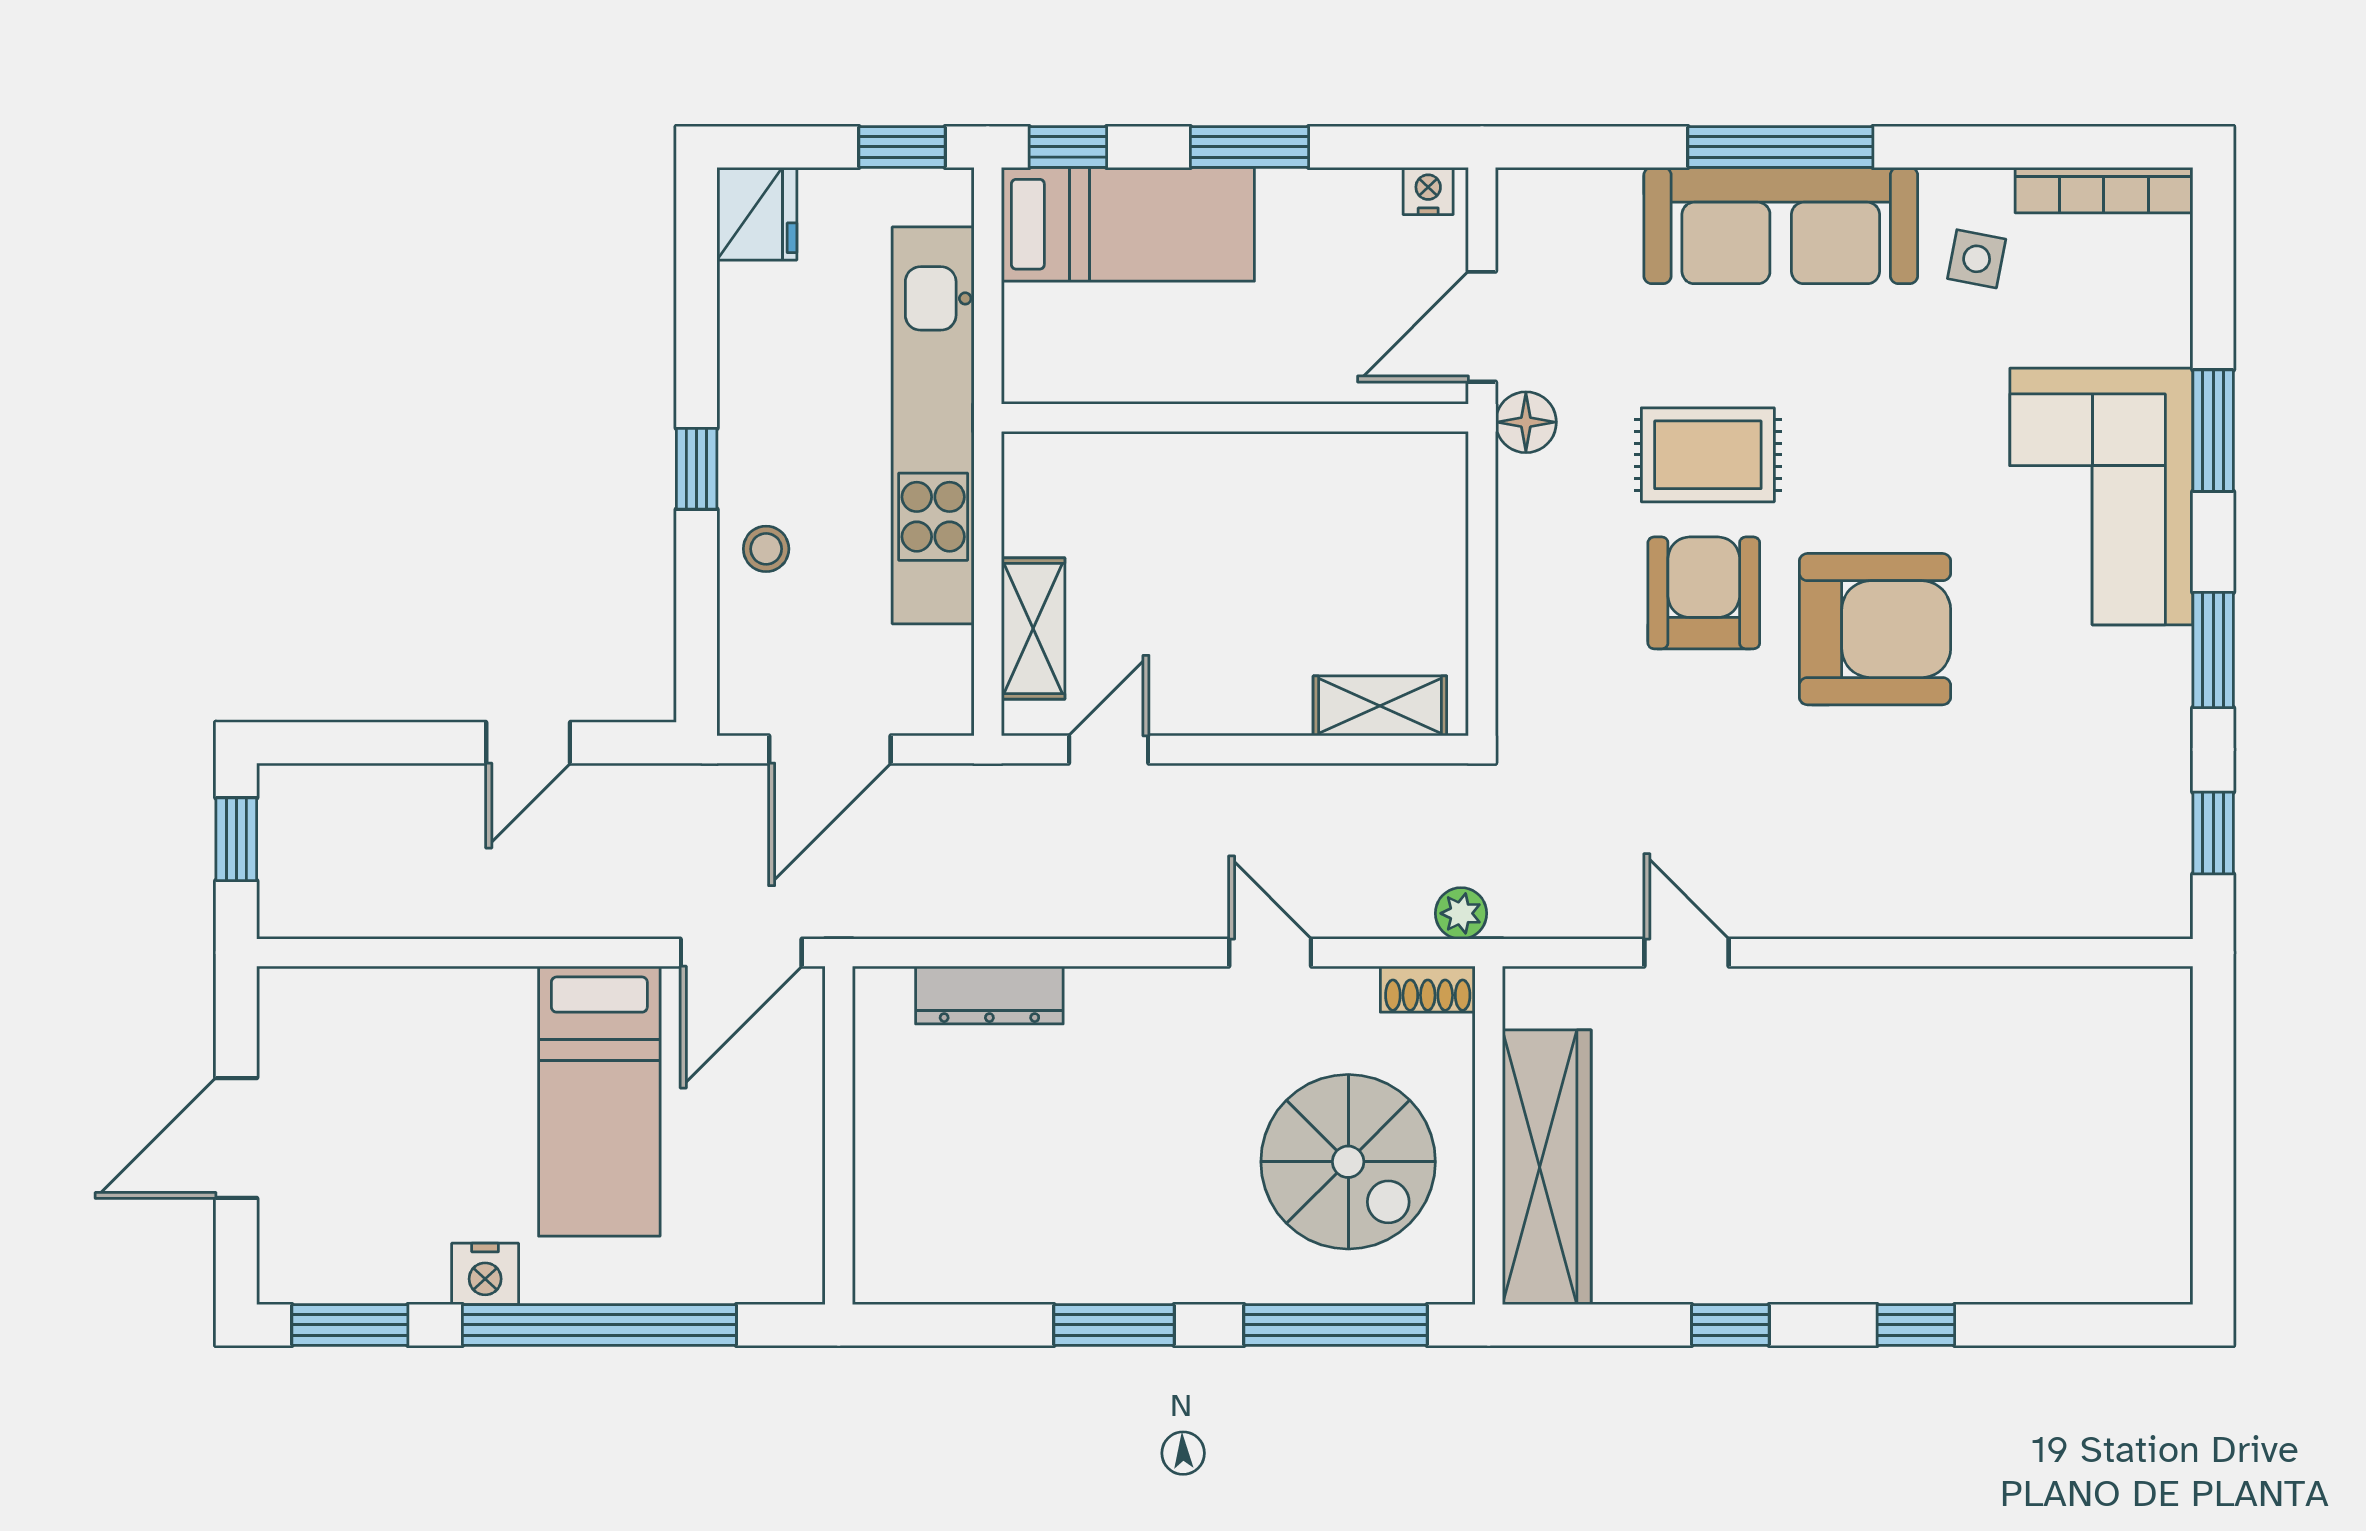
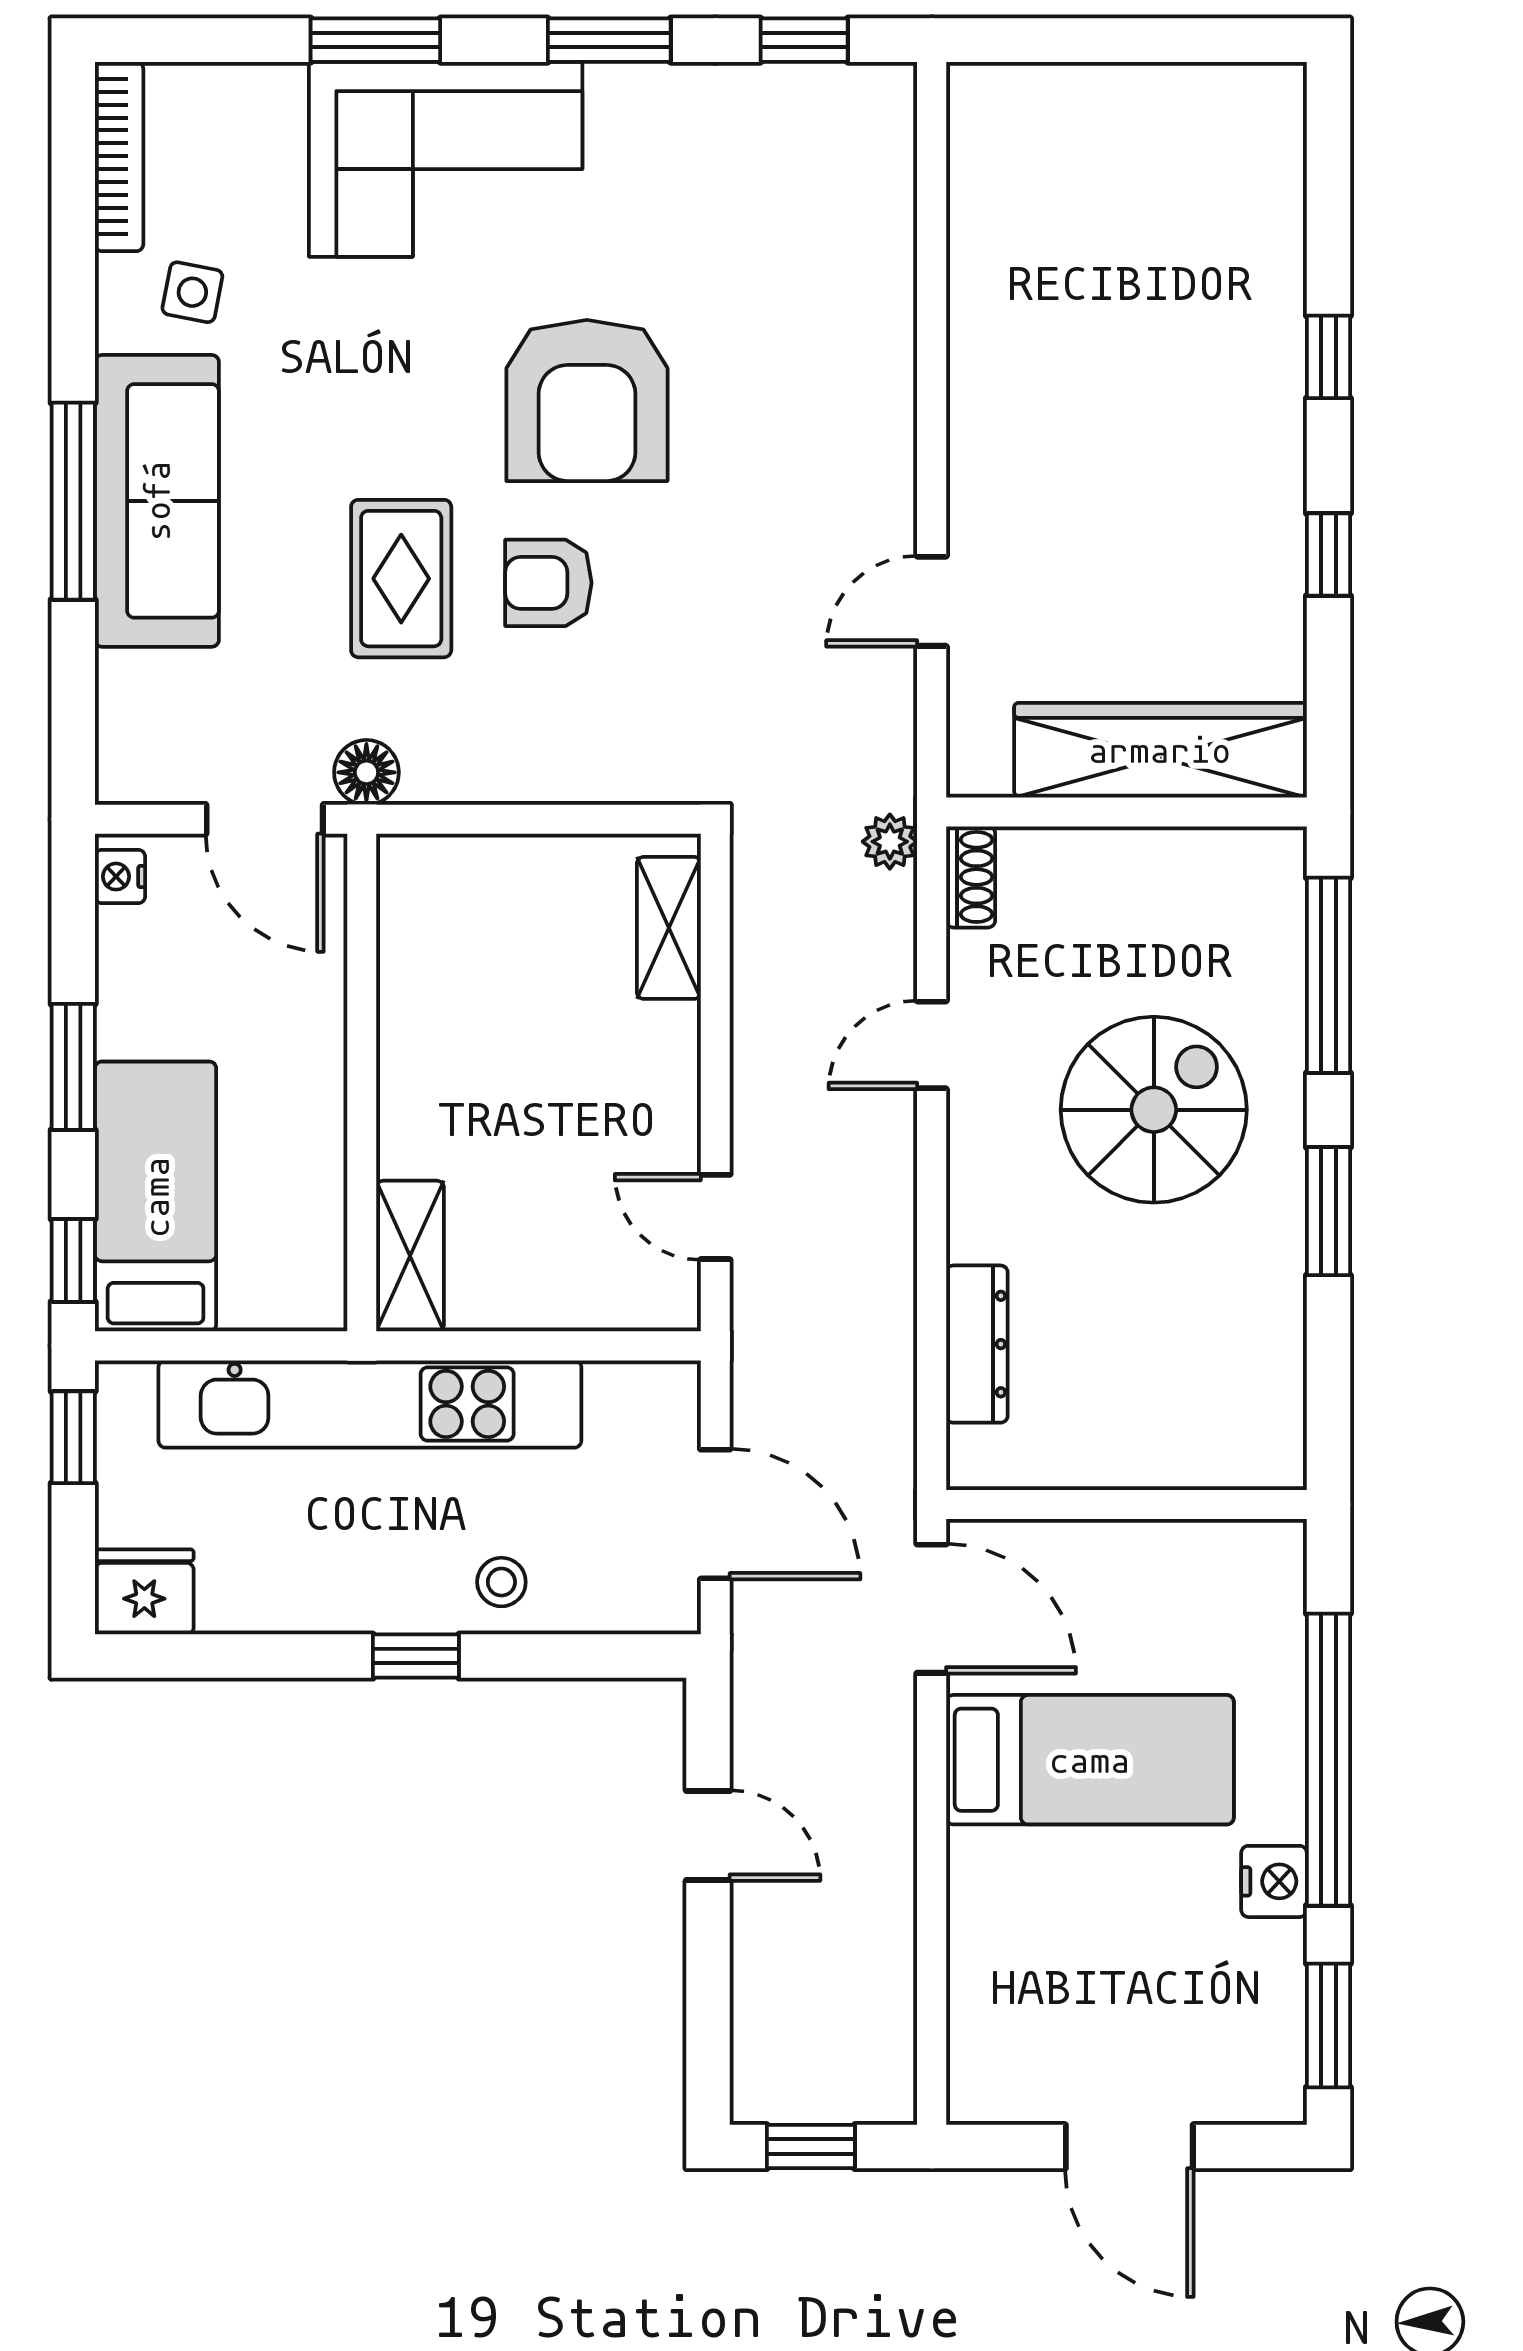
armchair: (1704, 593) -> (548, 583), width x0.72, depth x0.72
shelving: (1033, 628) -> (410, 1256), moved, turned 90
armchair: (1875, 629) -> (587, 400), turned 180
spiral stairs: (1348, 1162) -> (1154, 1110), moved

